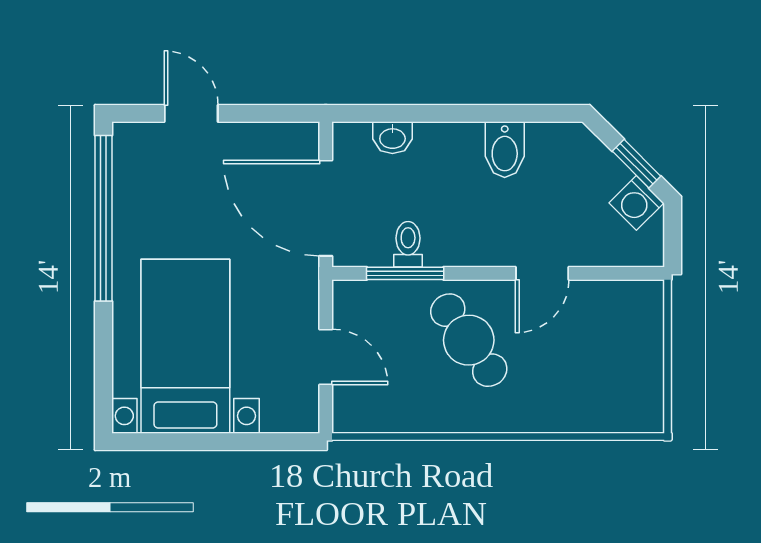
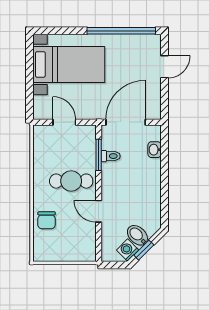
bidet: (505, 150) -> (137, 235), moved, turned 45
cafe table: (469, 340) -> (71, 181), turned 35
door: (326, 357) -> (64, 122), swing flipped
chair: (564, 400) -> (47, 220), added

